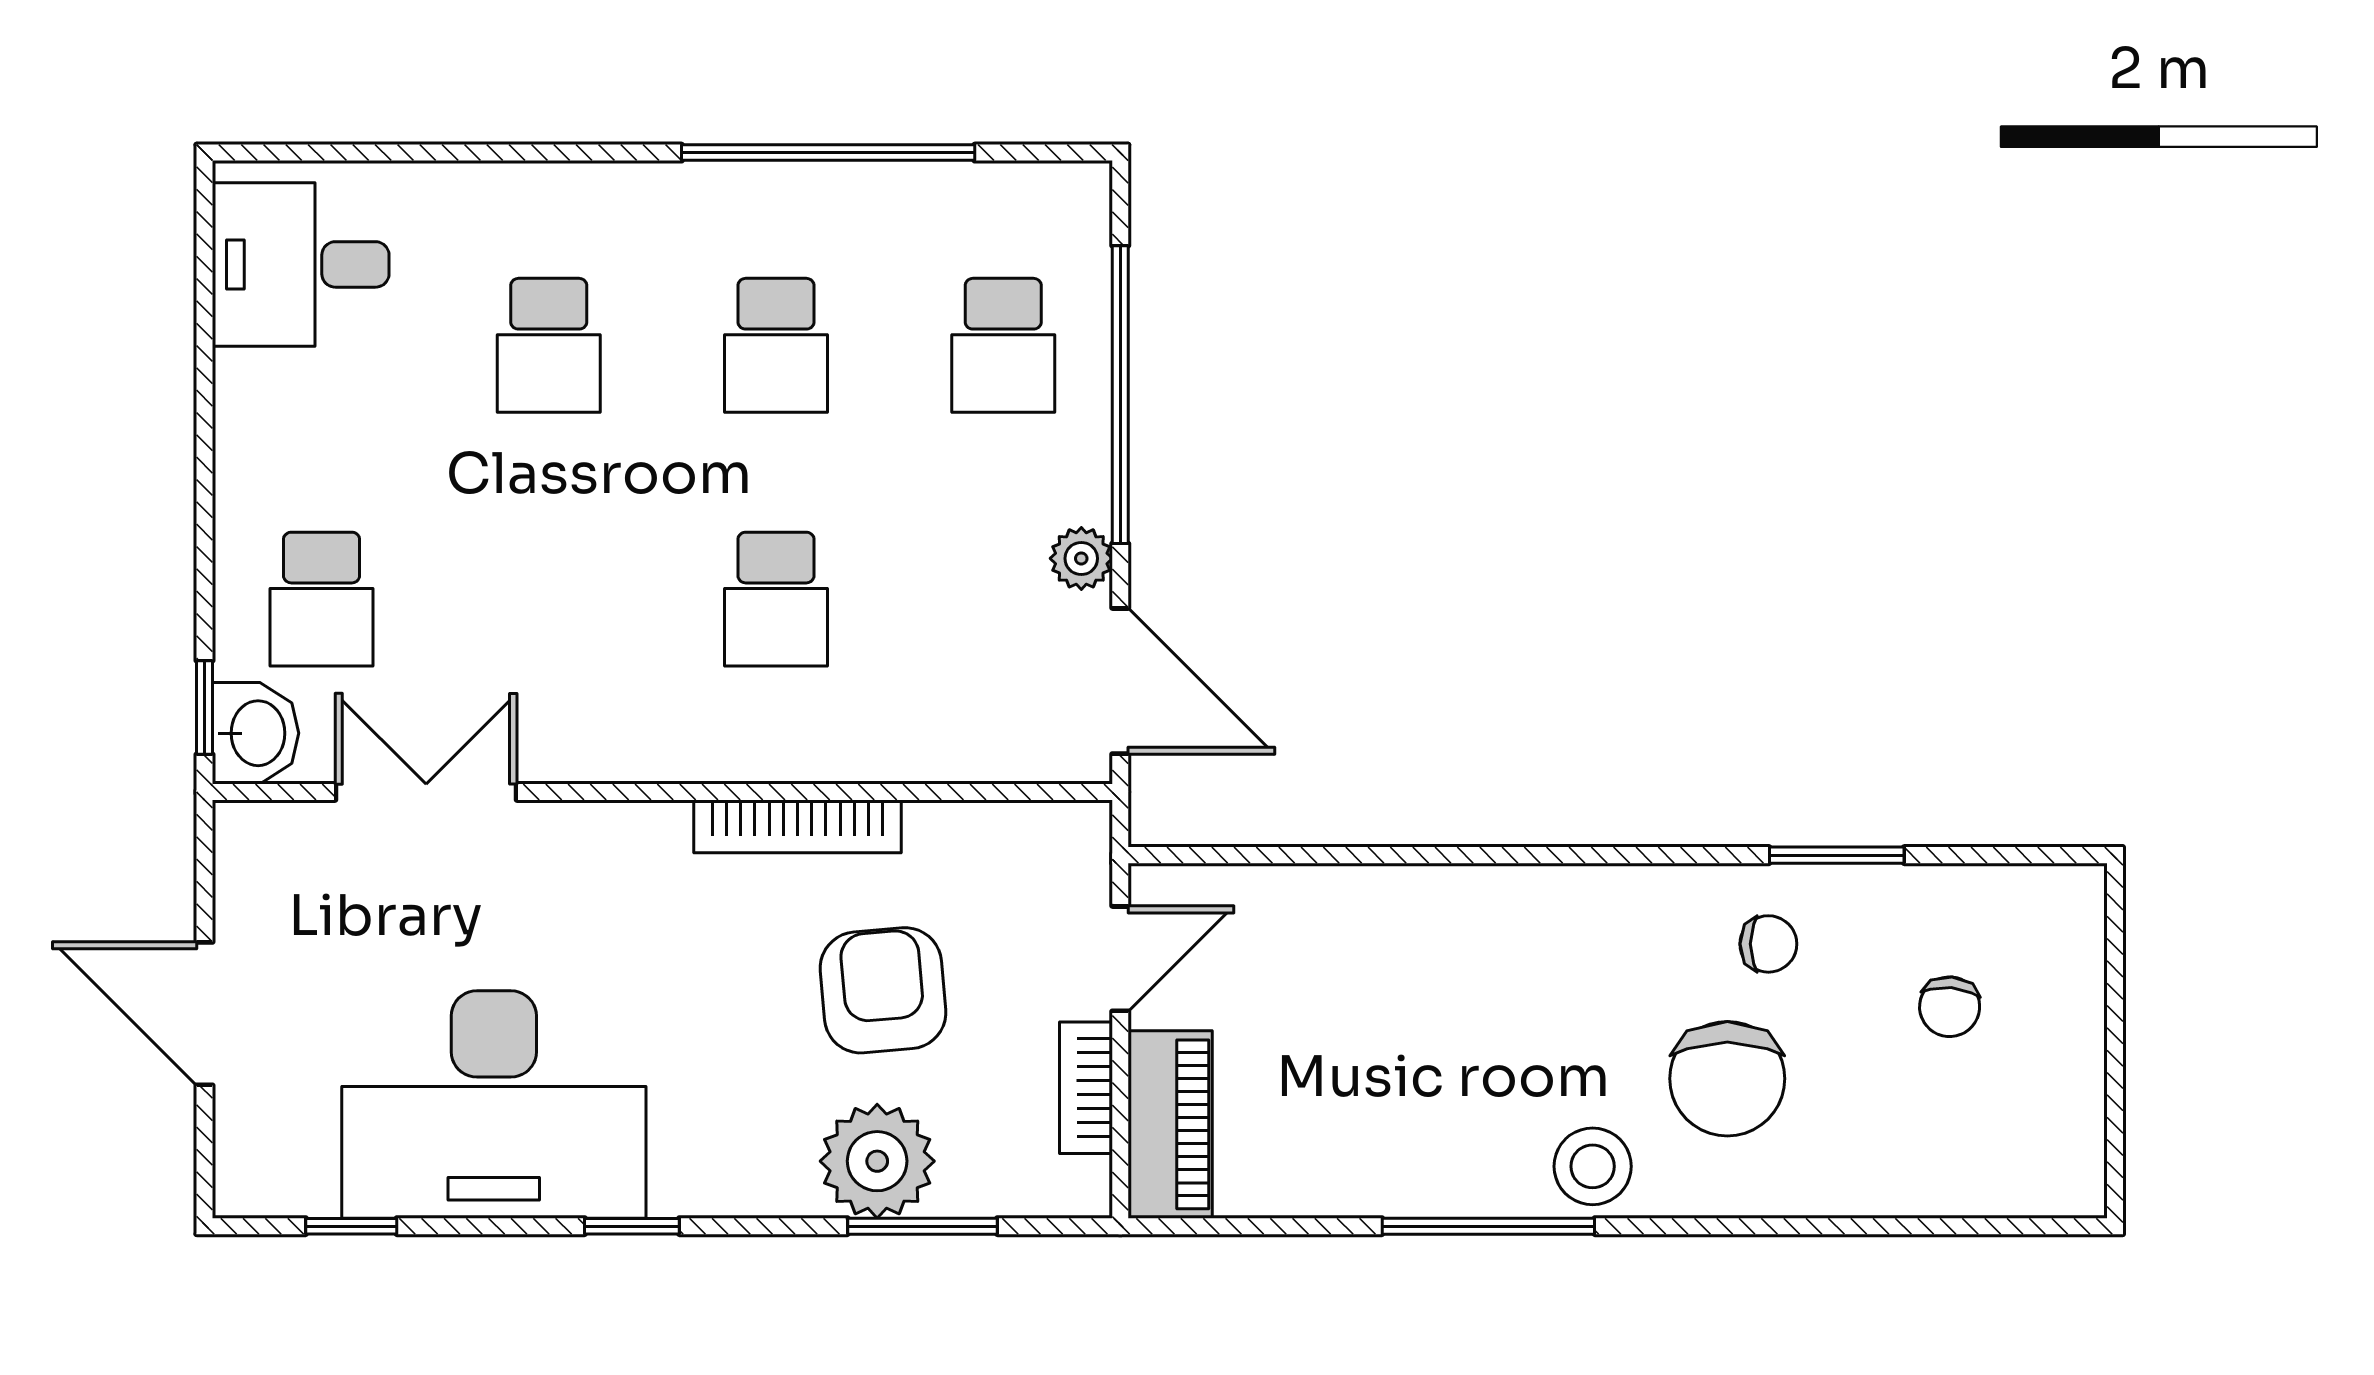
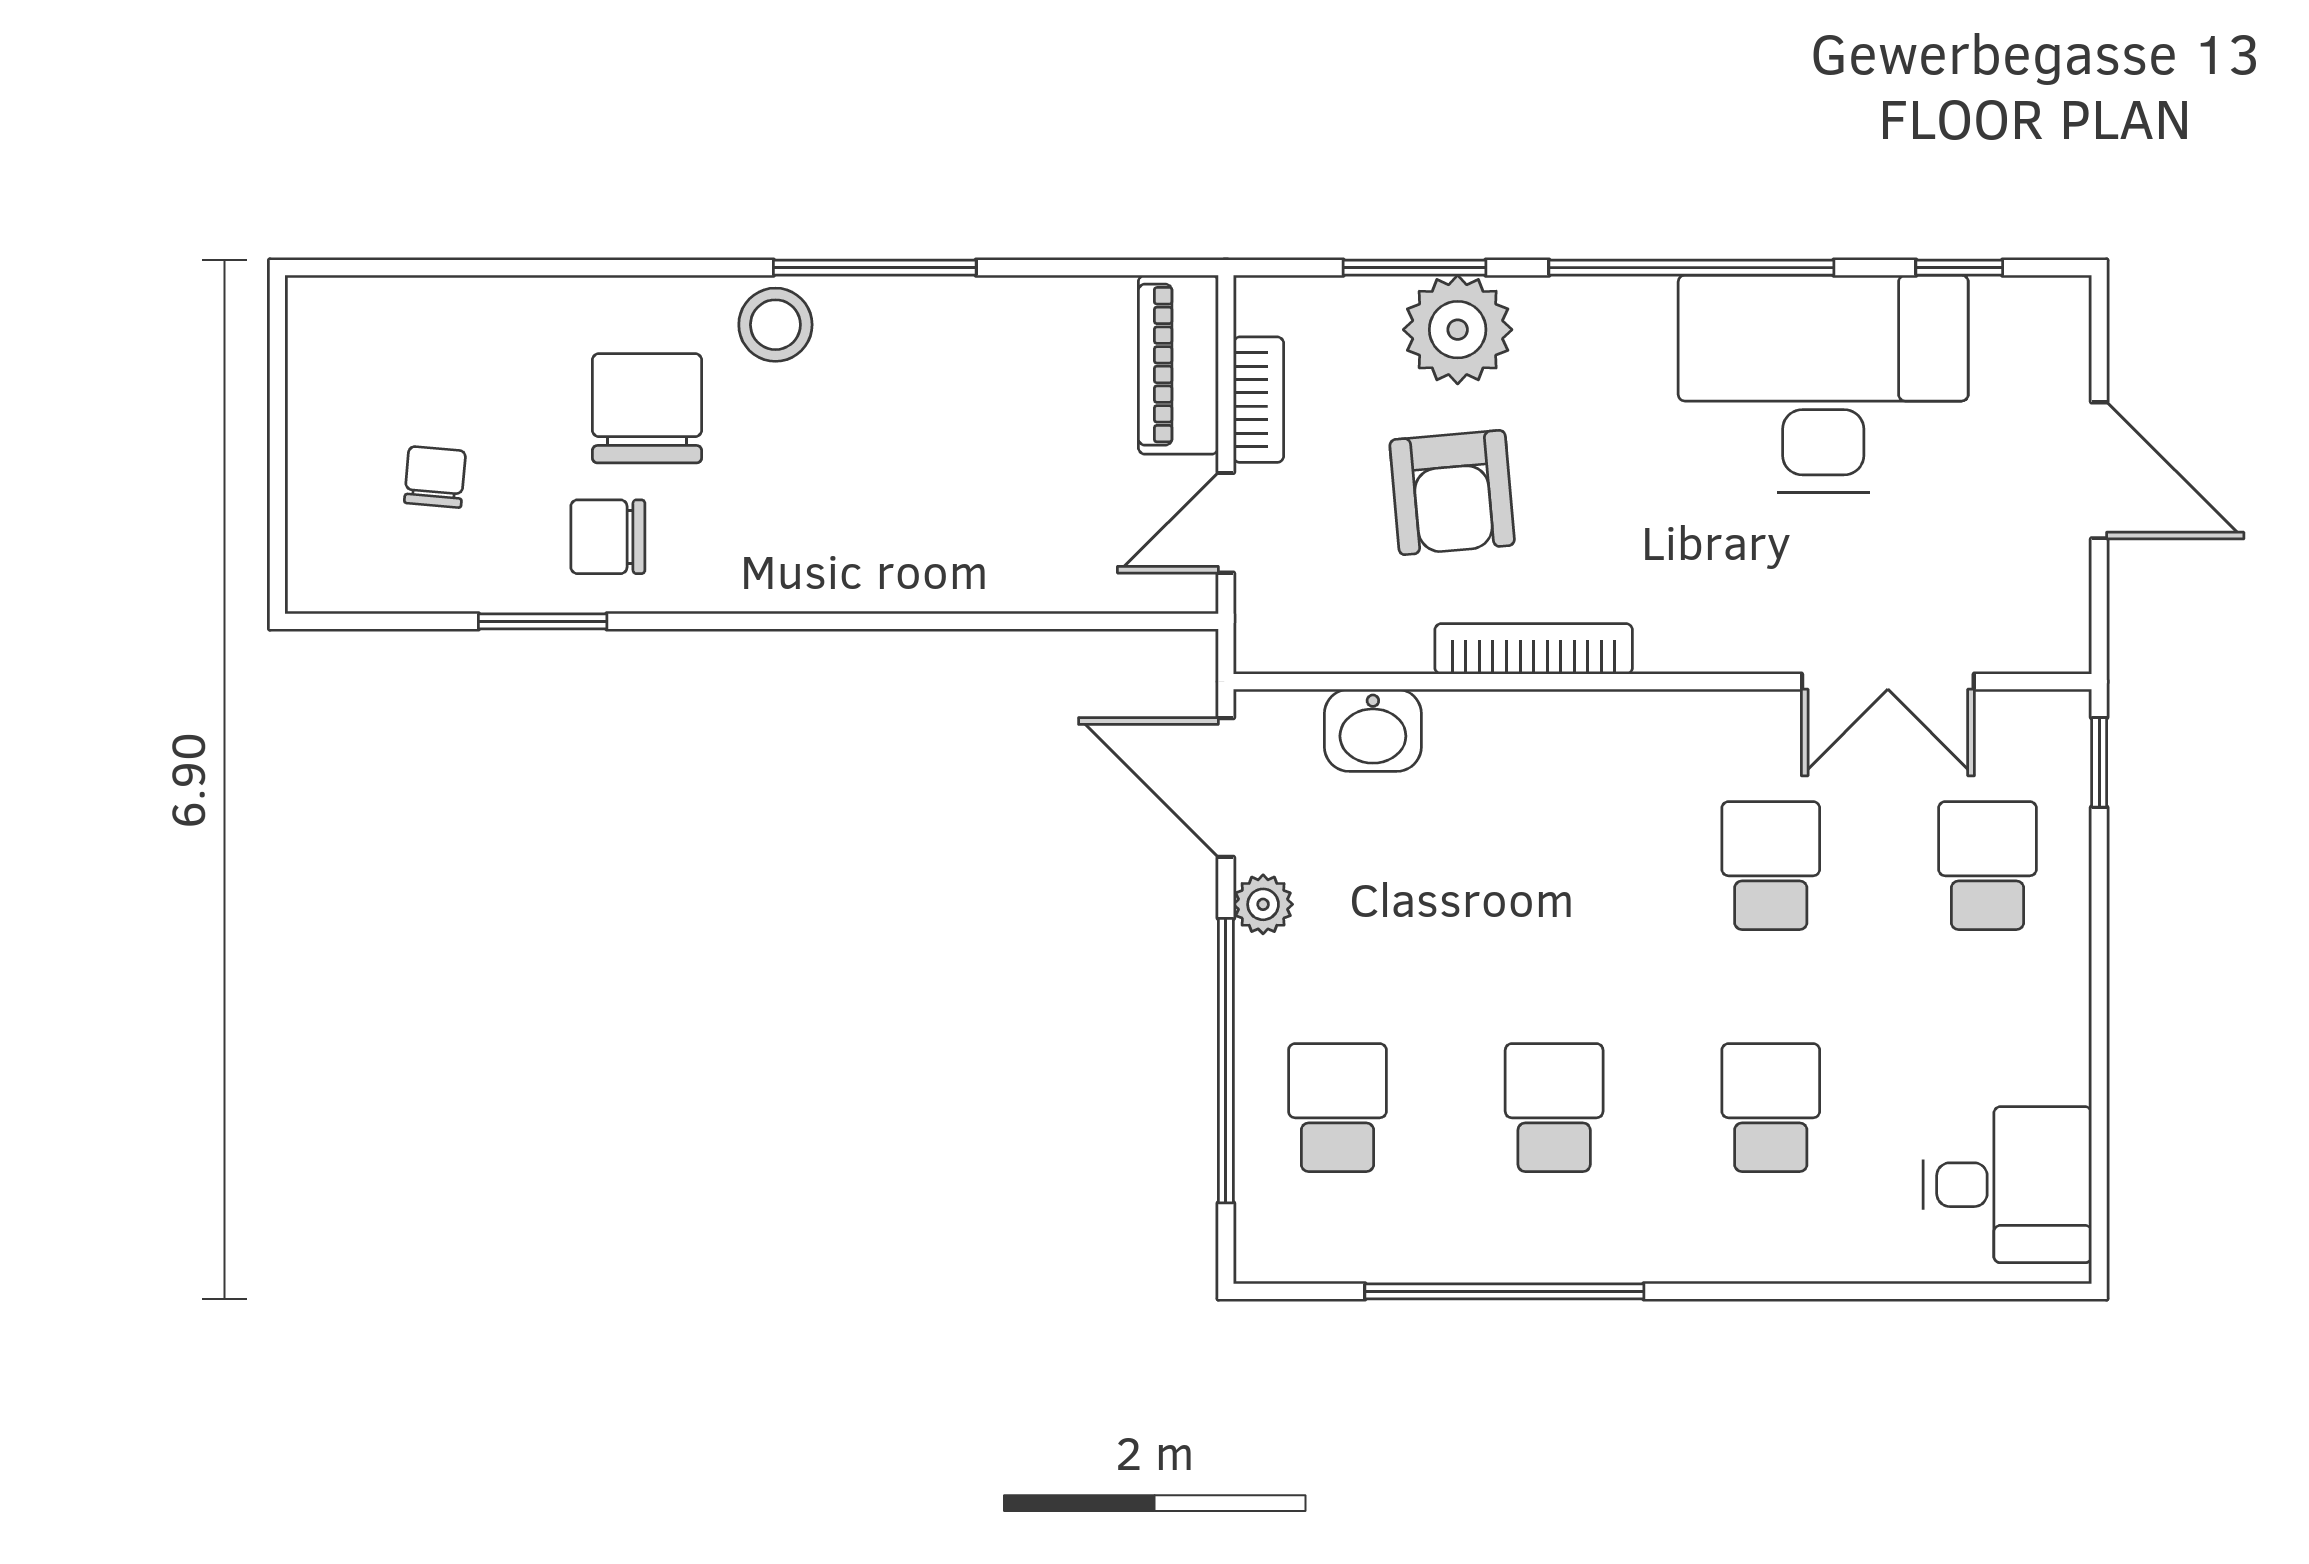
school desk: (776, 599) -> (1771, 866), moved
washbasin: (255, 733) -> (1373, 730), moved, turned -90
chair: (1768, 944) -> (608, 537), width x1.37, depth x1.37
window: (632, 1226) -> (1691, 268), width x3.17

